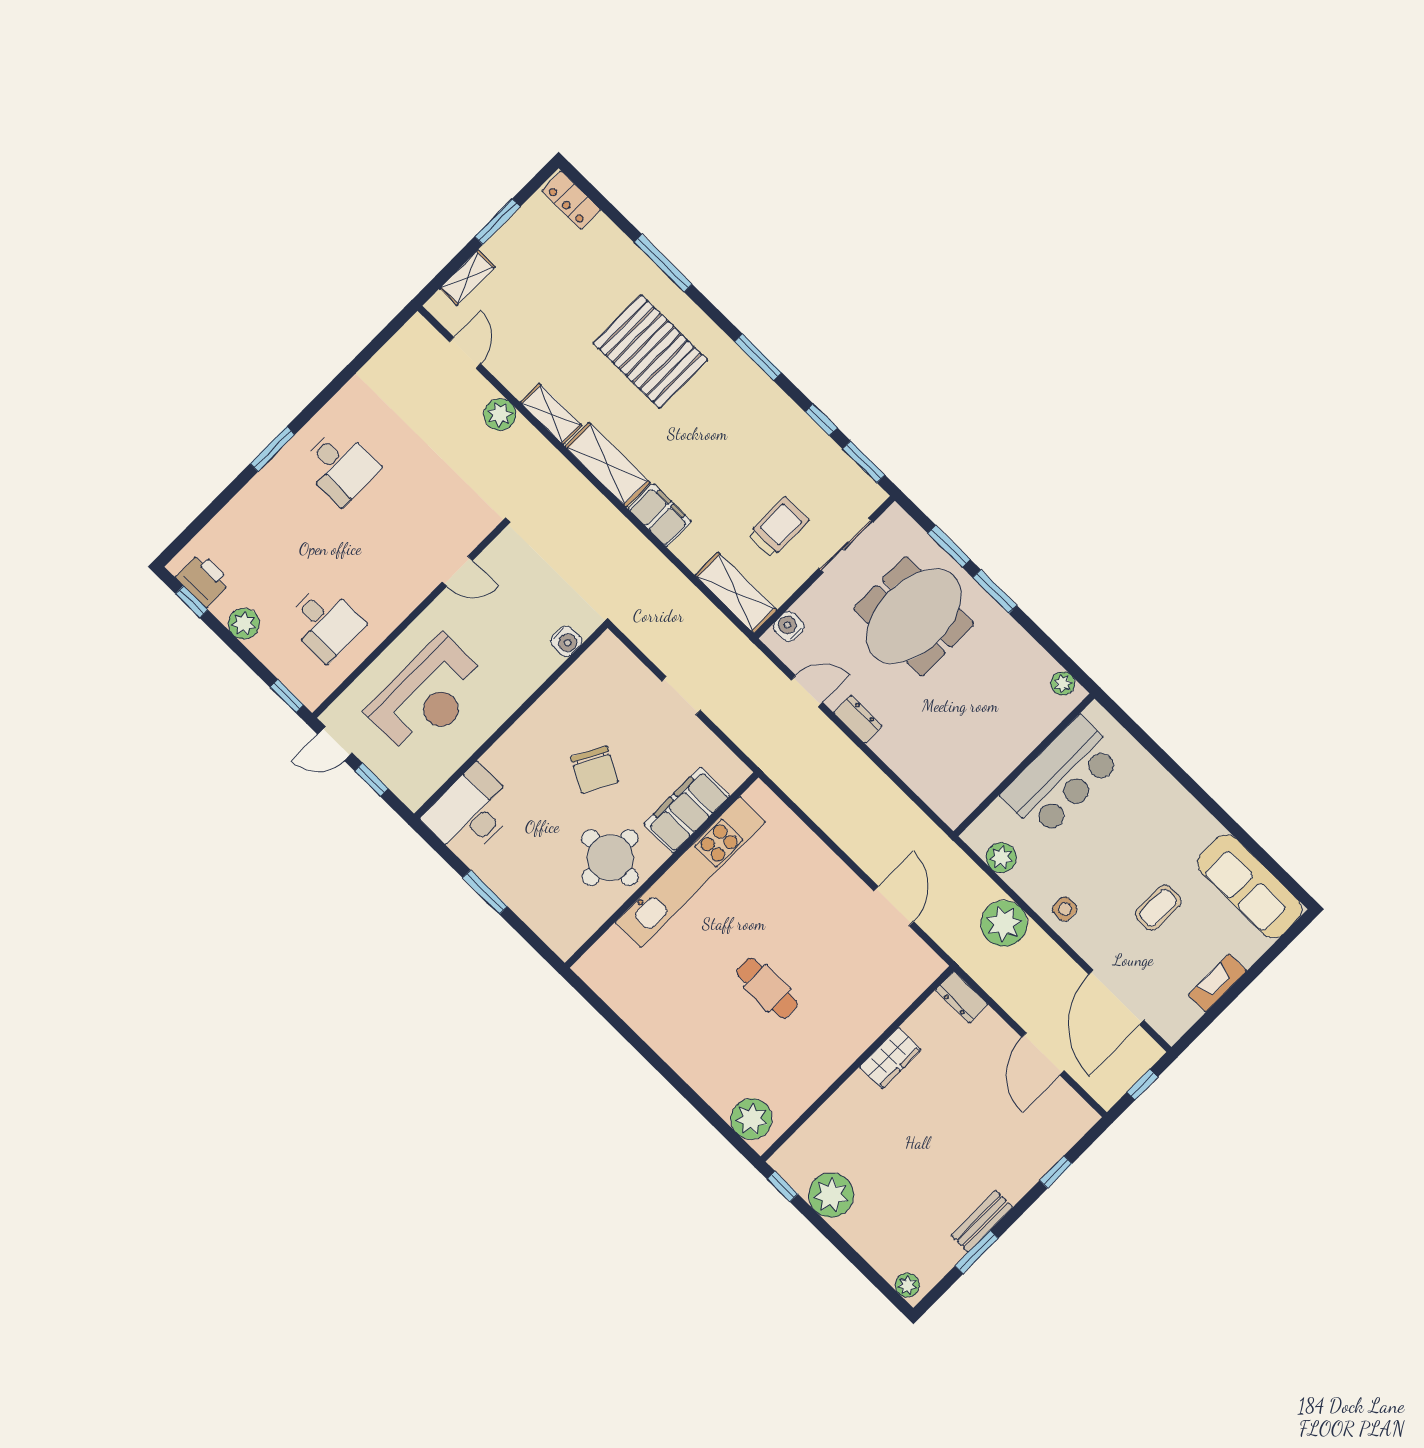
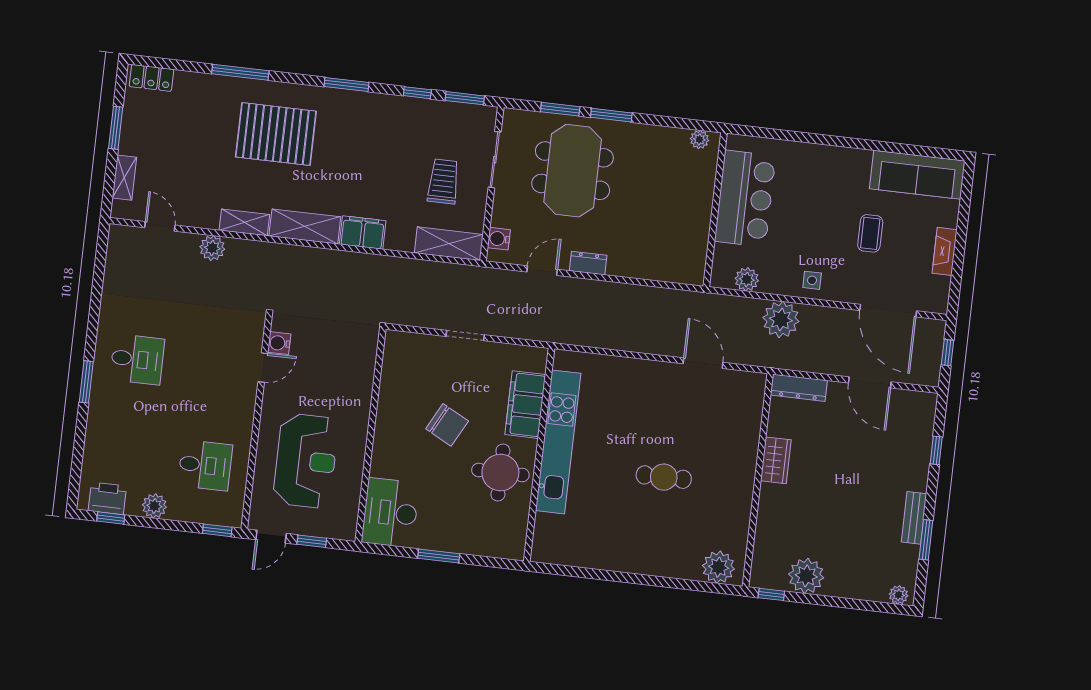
water cooler: (566, 641) -> (279, 343), moved, turned 180
dresser: (962, 997) -> (799, 388), width x1.44

